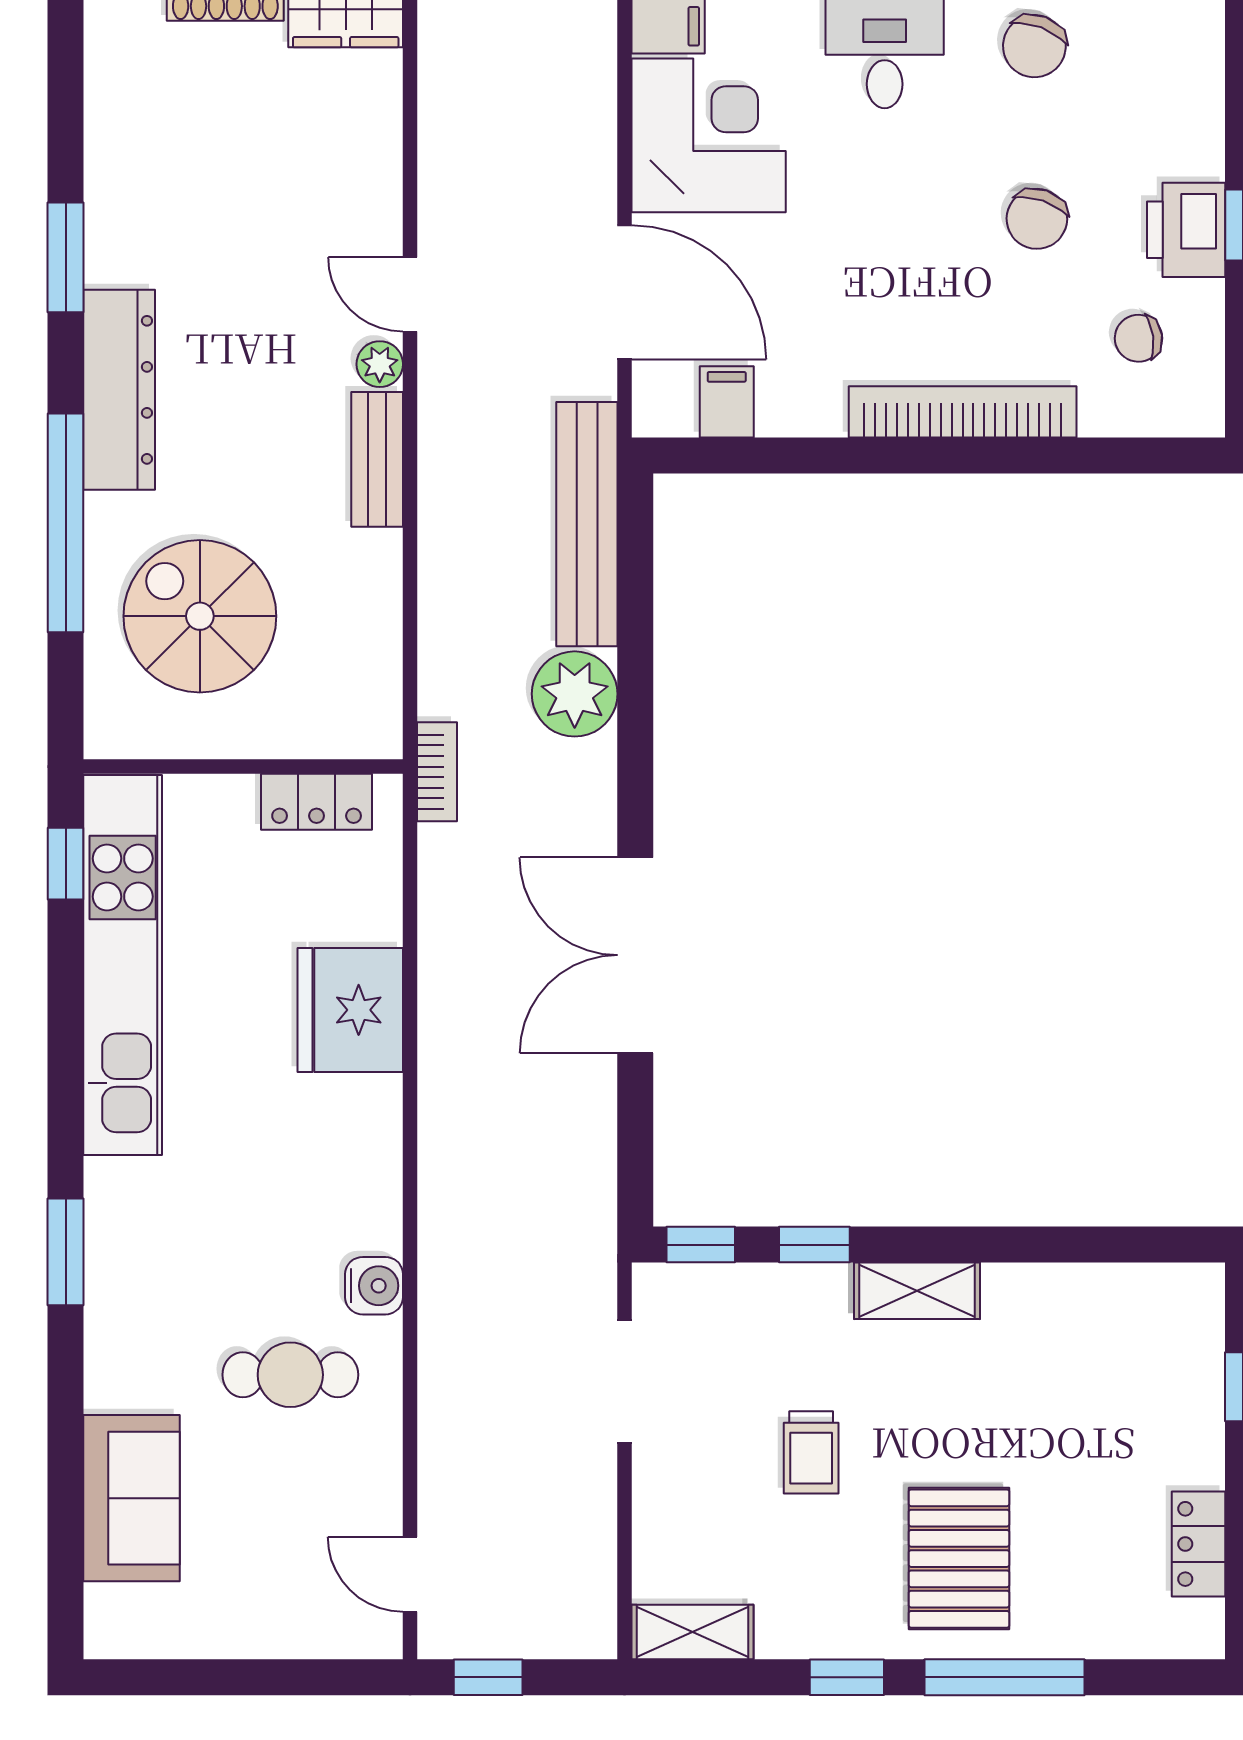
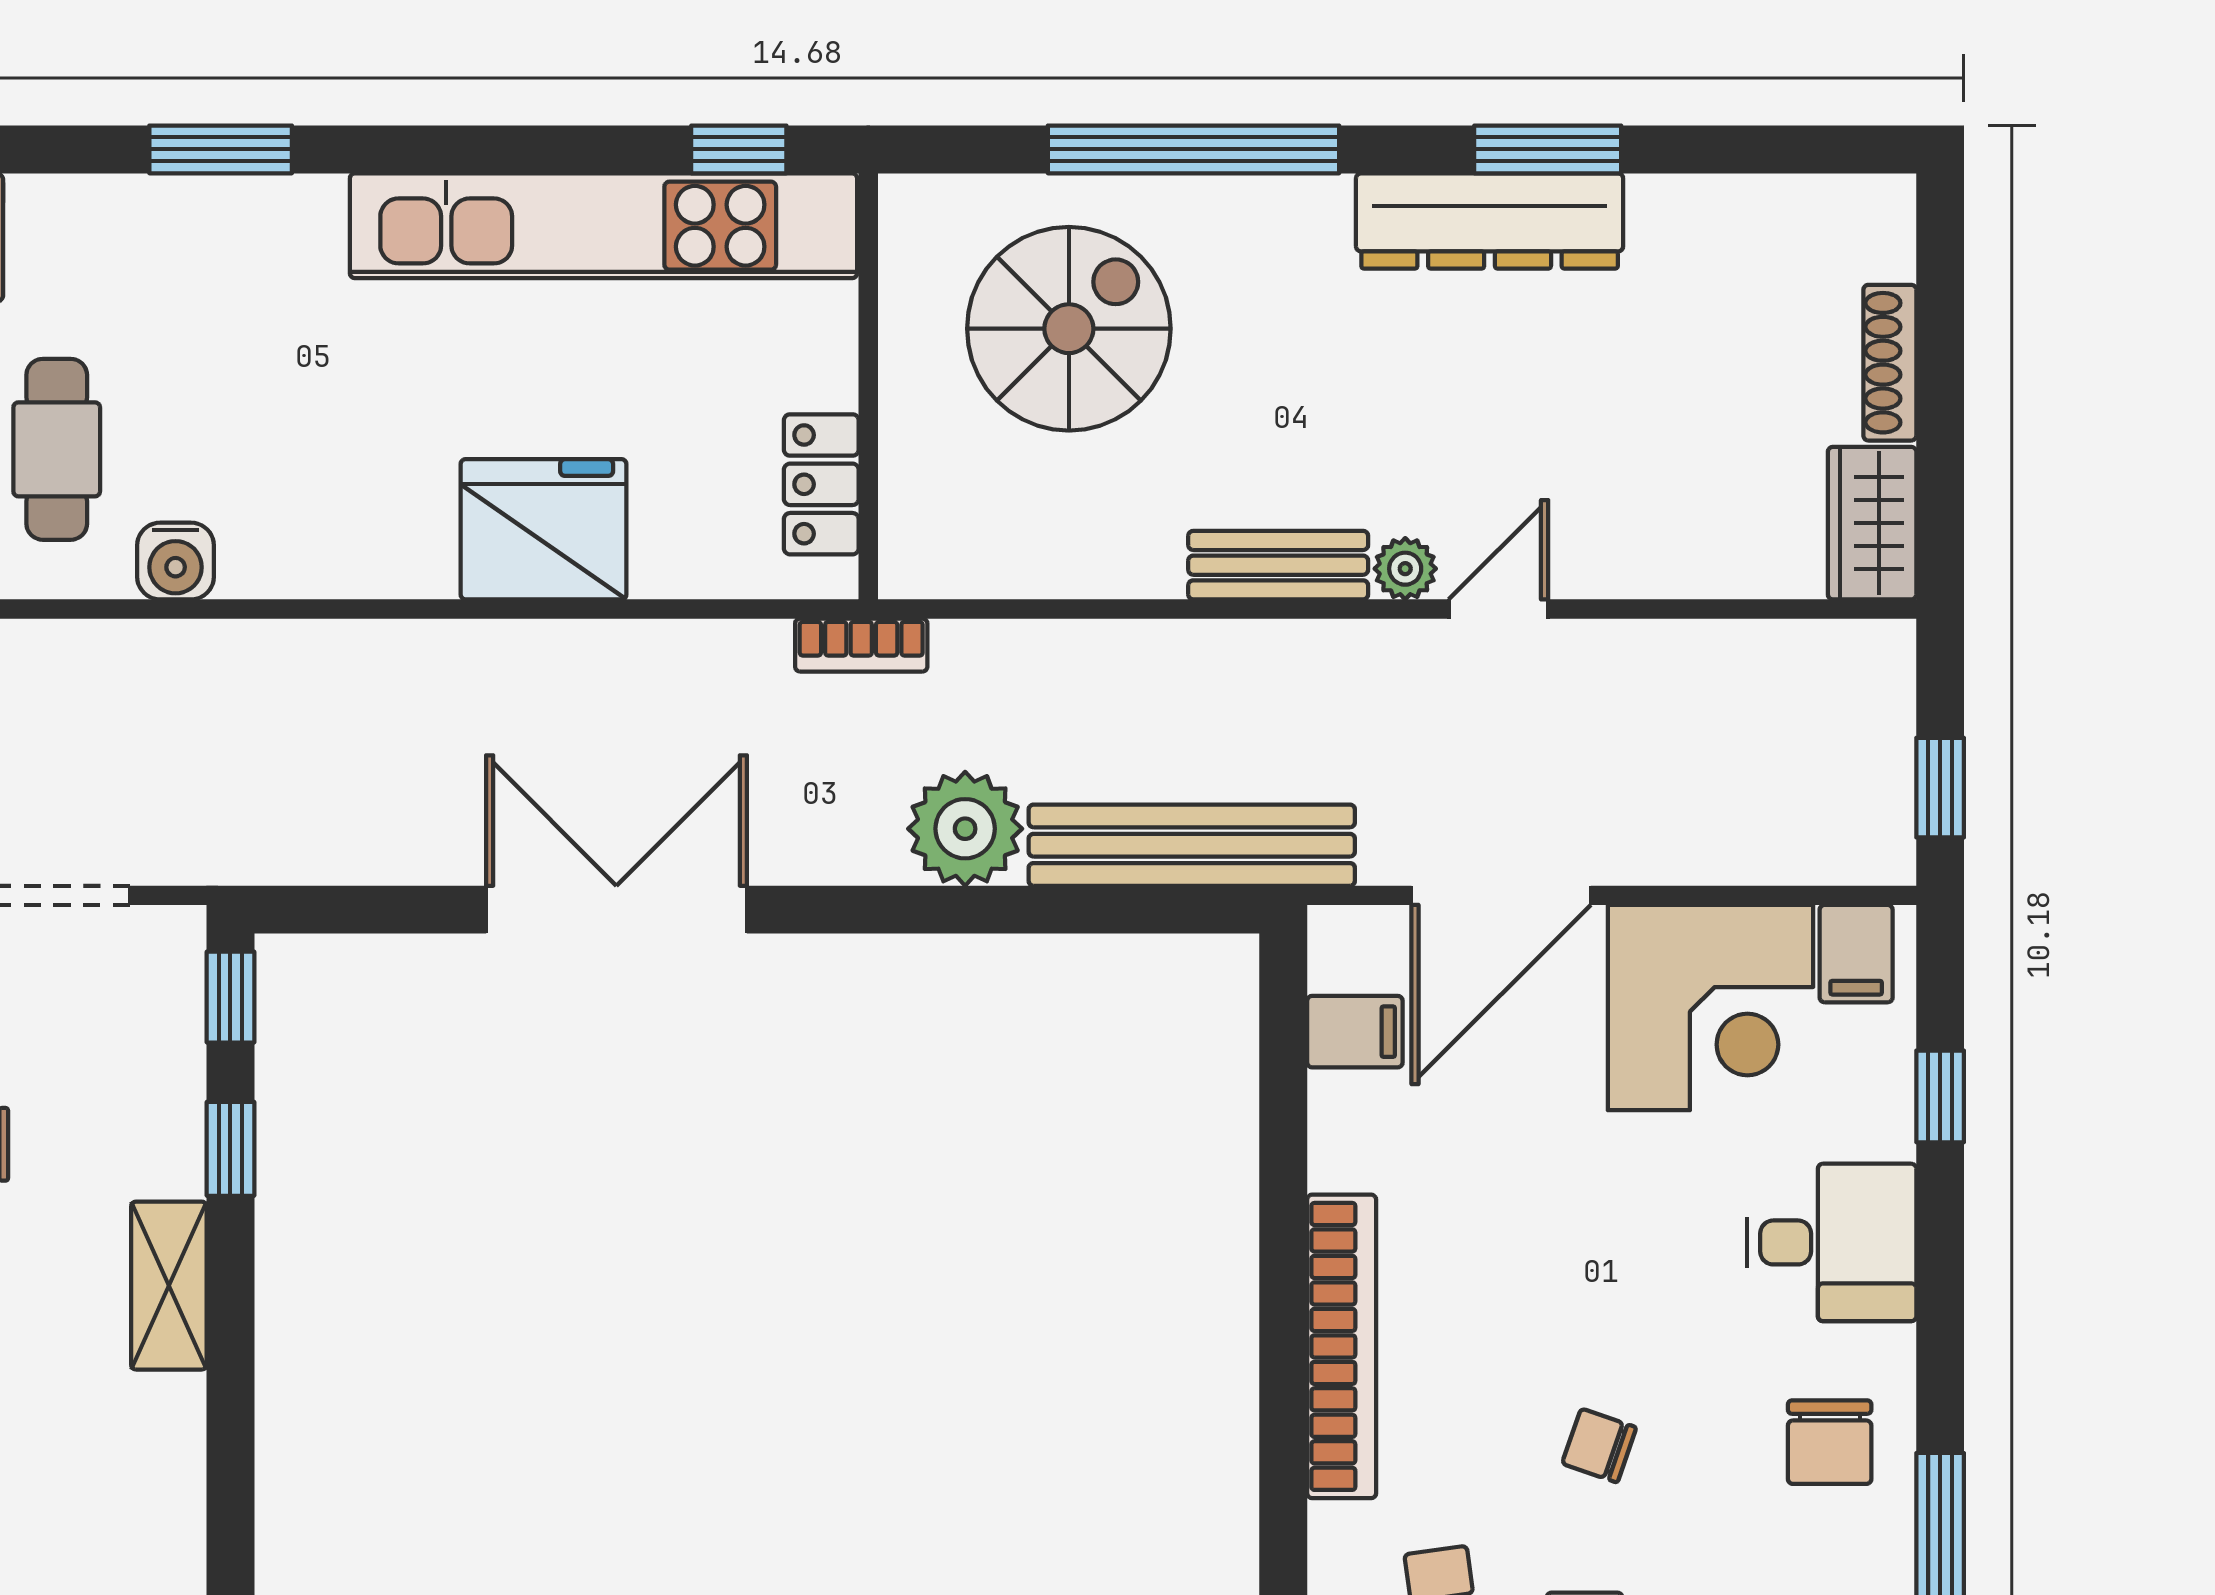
chair: (1034, 46) -> (1830, 1442), turned -111
chair: (1037, 219) -> (1599, 1446), width x0.73, depth x0.73
dresser: (119, 390) -> (1490, 221), moved

